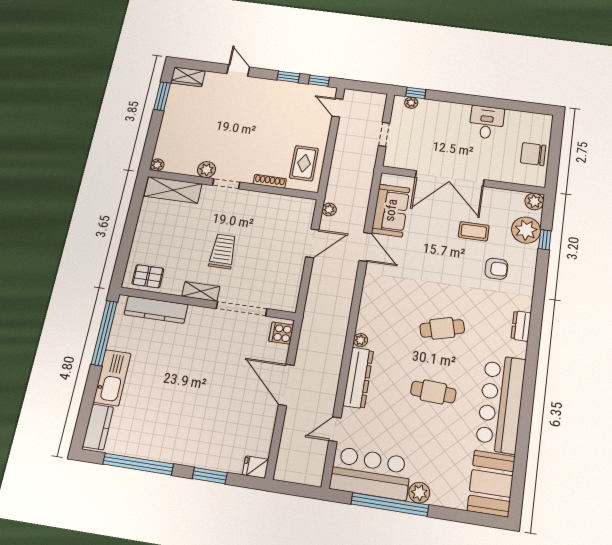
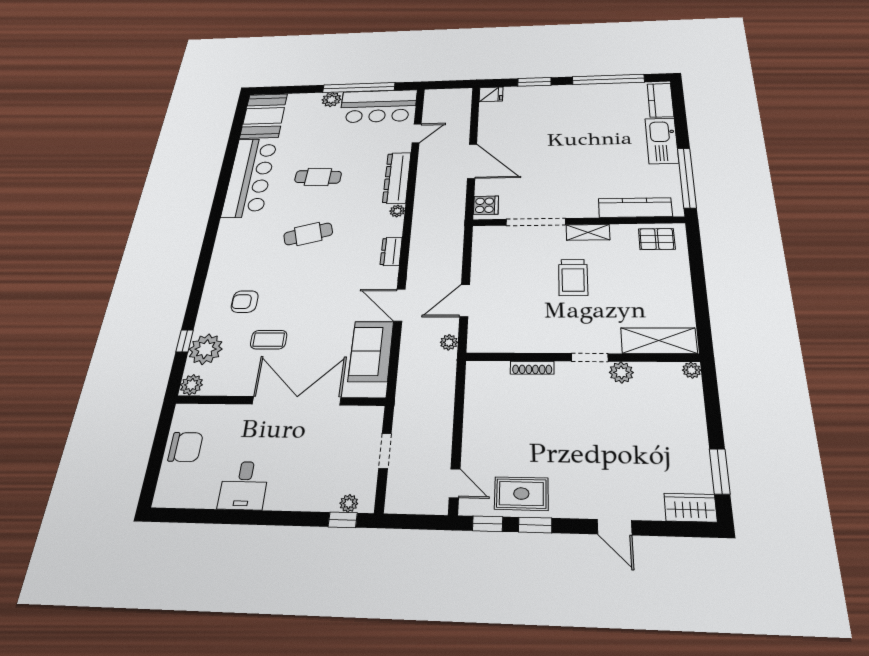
rug: (304, 163) -> (521, 494), moved, turned 90
dresser: (521, 326) -> (391, 251), moved, turned 180

